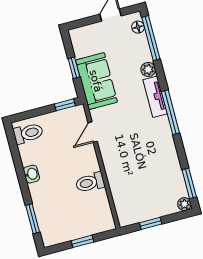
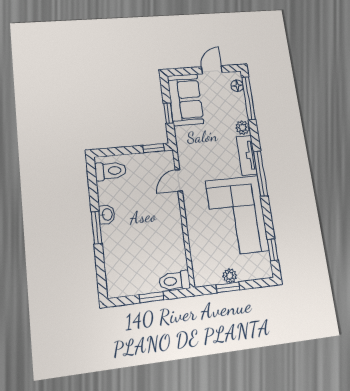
sofa: (96, 81) -> (185, 100), moved
corner sofa: (152, 156) -> (237, 216), added
toilet: (90, 182) -> (175, 281), moved
window: (189, 183) -> (273, 250), width x0.67
plant: (184, 204) -> (230, 276), moved
window: (33, 219) -> (97, 228), moved

